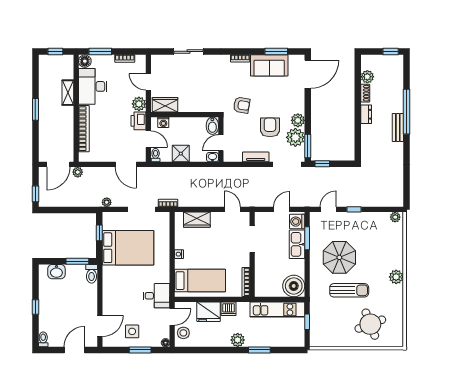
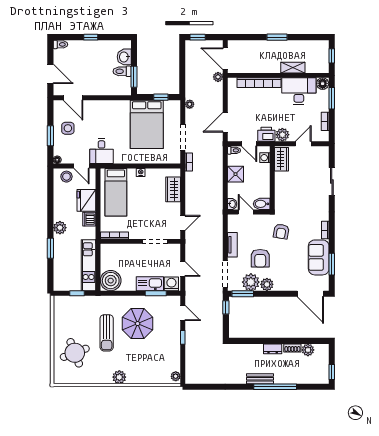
armchair: (270, 127) -> (260, 258), turned 90
door: (148, 139) -> (249, 144), hinge flipped
toilet: (92, 274) -> (122, 71), moved

